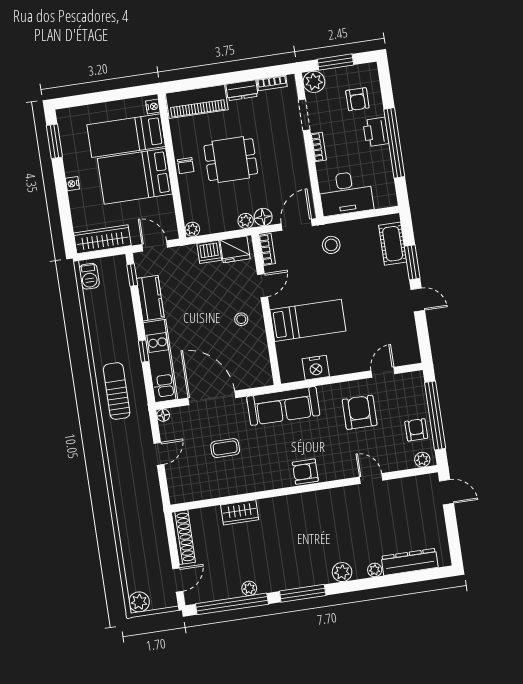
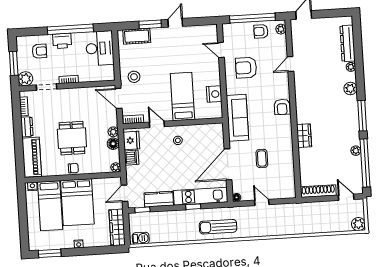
desk: (346, 193) -> (100, 48), moved
floor lamp: (263, 217) -> (113, 144), moved
wardrobe: (240, 512) -> (304, 136), moved

